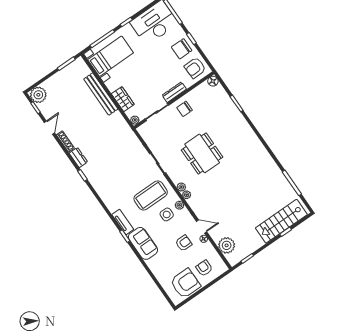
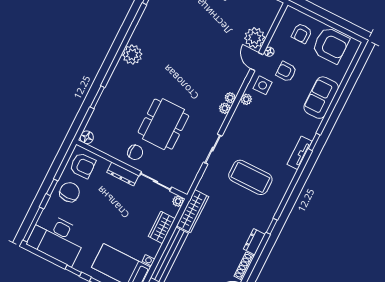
chair: (182, 49) -> (70, 192), turned -90
wardrobe: (122, 126) -> (193, 211), added
plant: (253, 143) -> (132, 55), added
dining table: (202, 153) -> (163, 124), moved
coffee table: (151, 195) -> (250, 177), moved
side table: (167, 214) -> (263, 85), moved
sofa: (143, 243) -> (321, 98), moved
plant: (227, 245) -> (255, 38), moved
armchair: (185, 284) -> (331, 45), turned 180

